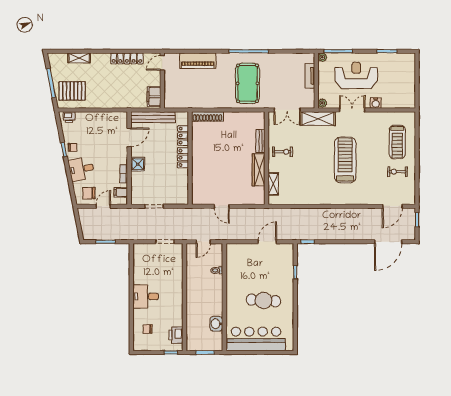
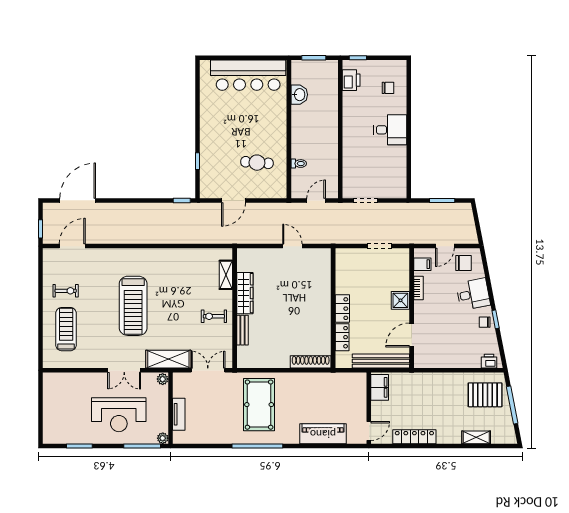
water cooler: (376, 103) -> (94, 379), removed
cafe table: (263, 300) -> (257, 163), moved, width x0.73, depth x0.74

